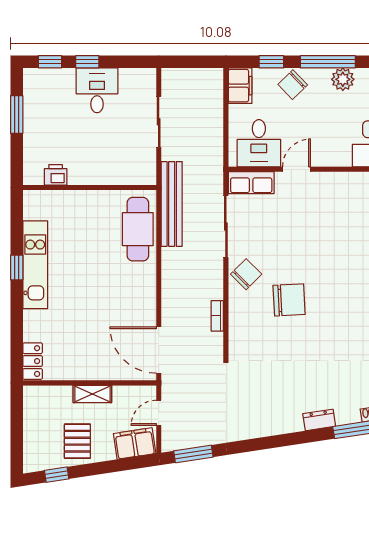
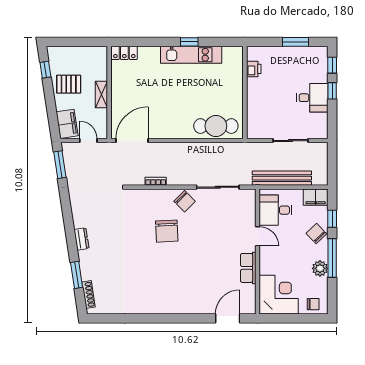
row of seats: (251, 183) -> (248, 268), moved
bench: (172, 204) -> (282, 178), moved
dresser: (319, 420) -> (81, 239), moved

